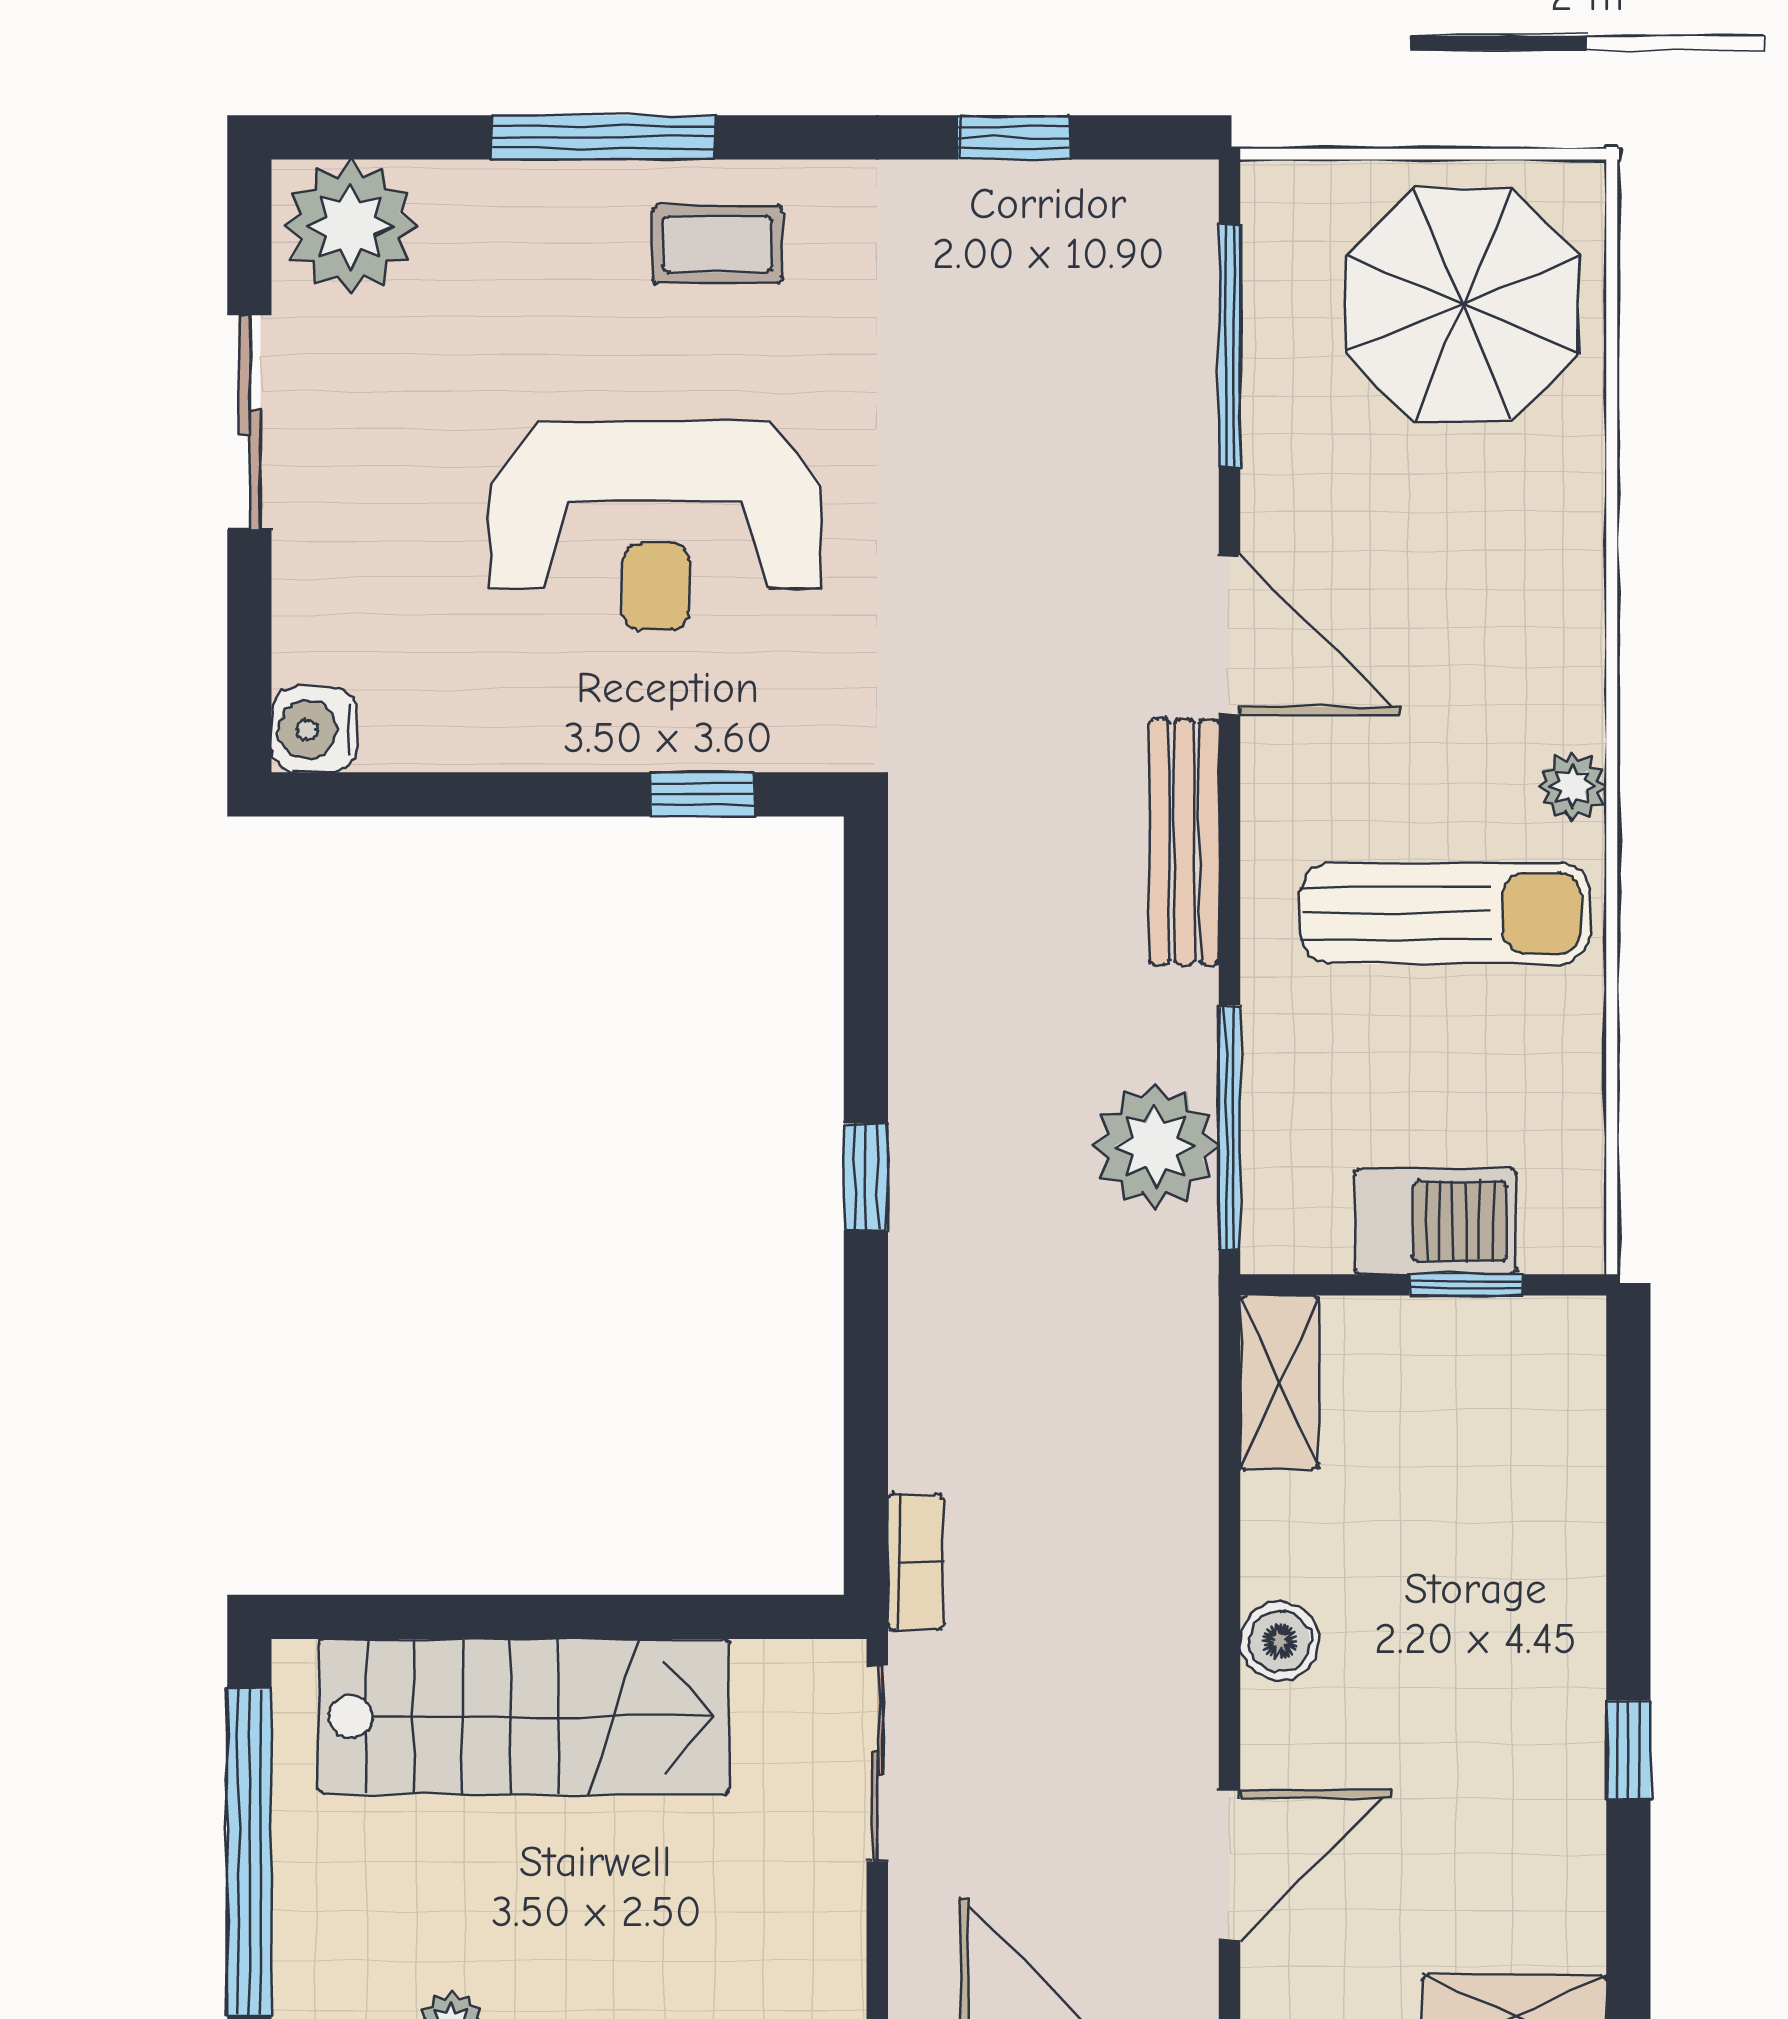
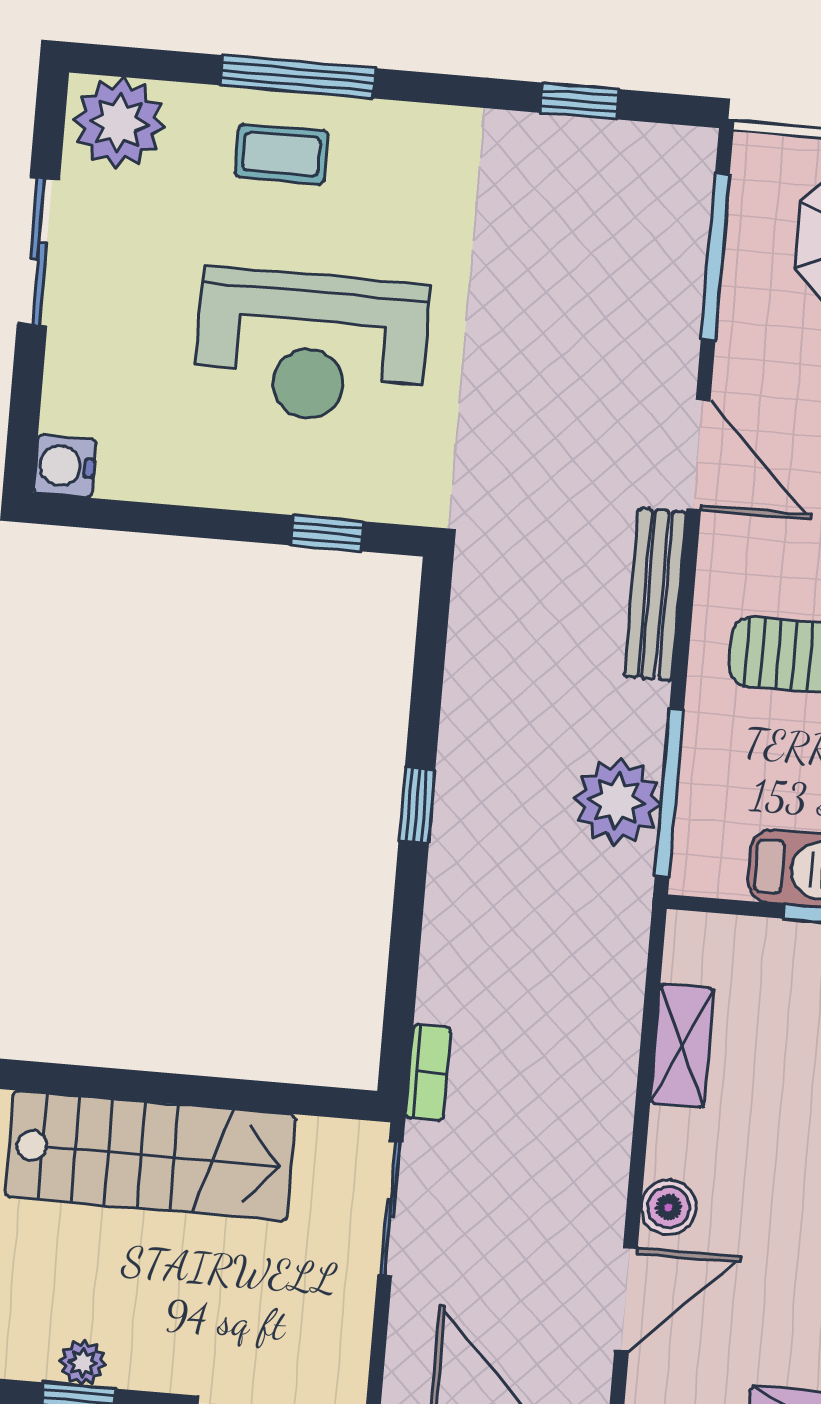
coffee table: (717, 244) -> (281, 154), moved
shelving: (1279, 1383) -> (682, 1046), moved
boiler: (1280, 1641) -> (669, 1207), moved

